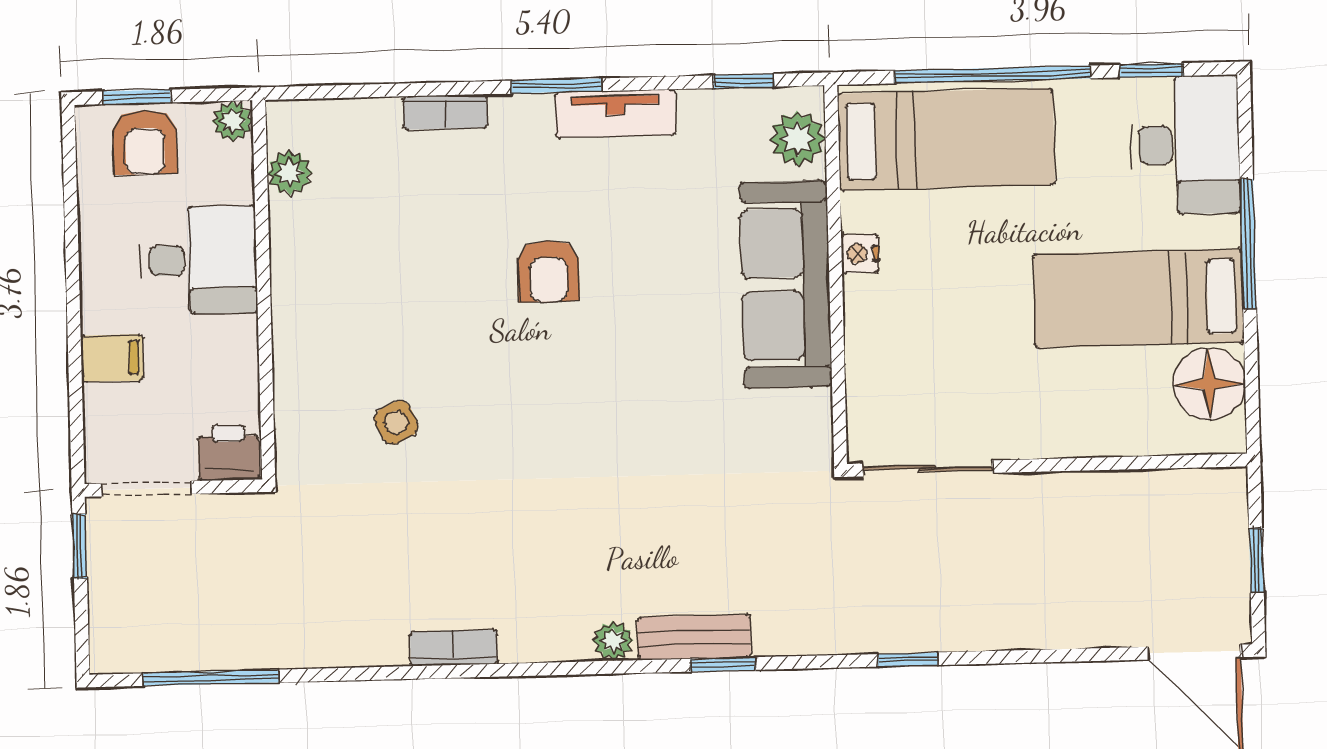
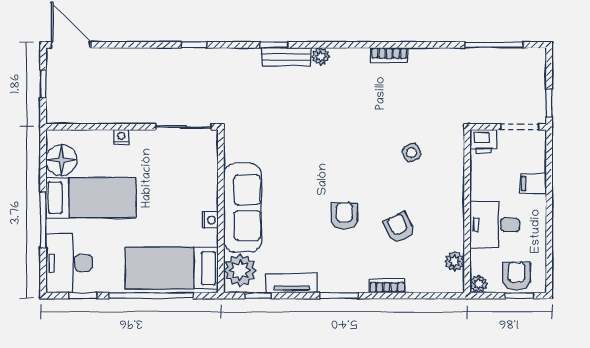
tv unit: (615, 114) -> (292, 283), moved
plant: (798, 138) -> (240, 270), width x1.36, depth x1.36
armchair: (421, 248) -> (399, 227), added
nightstand: (1071, 441) -> (121, 137), added

